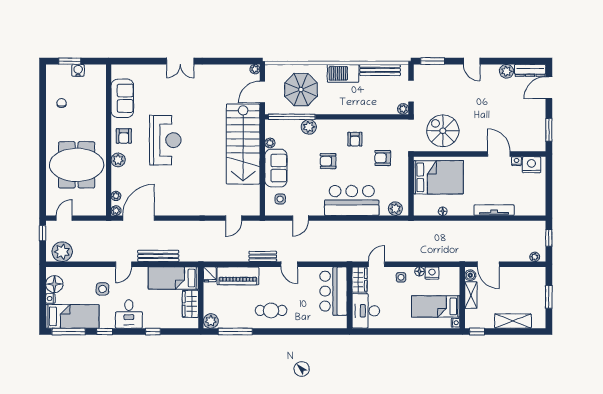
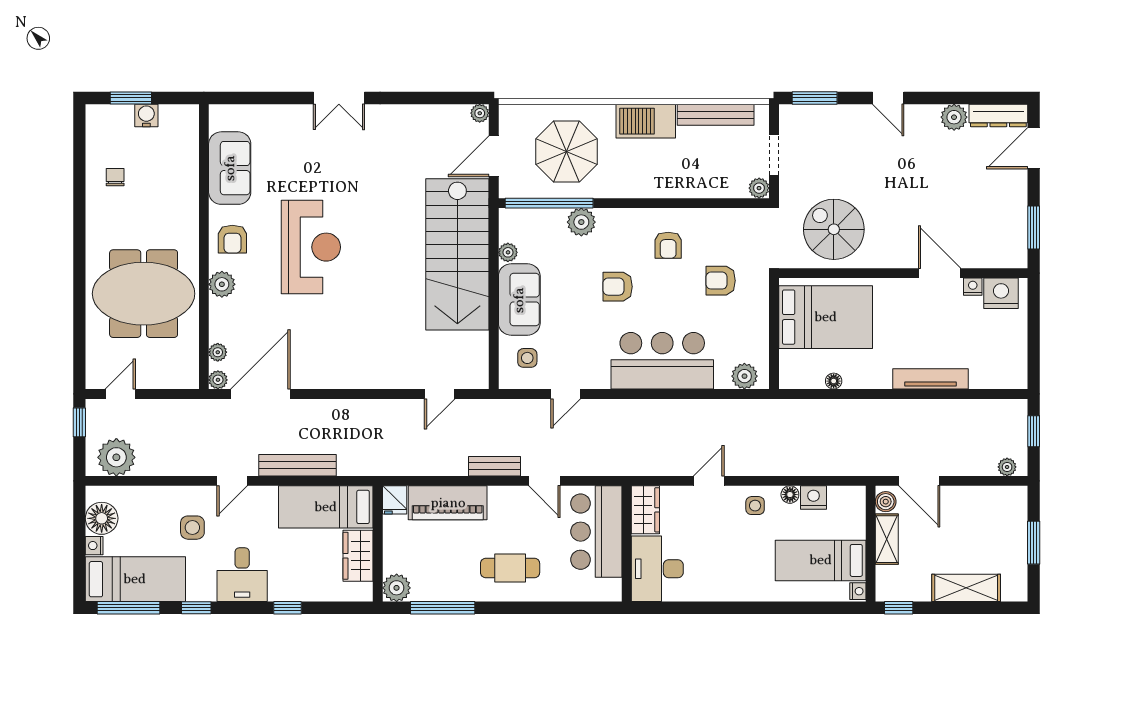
wardrobe: (359, 280) -> (645, 510), moved
bar counter: (333, 291) -> (596, 532), moved
wall: (350, 298) -> (627, 544), moved
desk: (366, 311) -> (657, 569), moved

